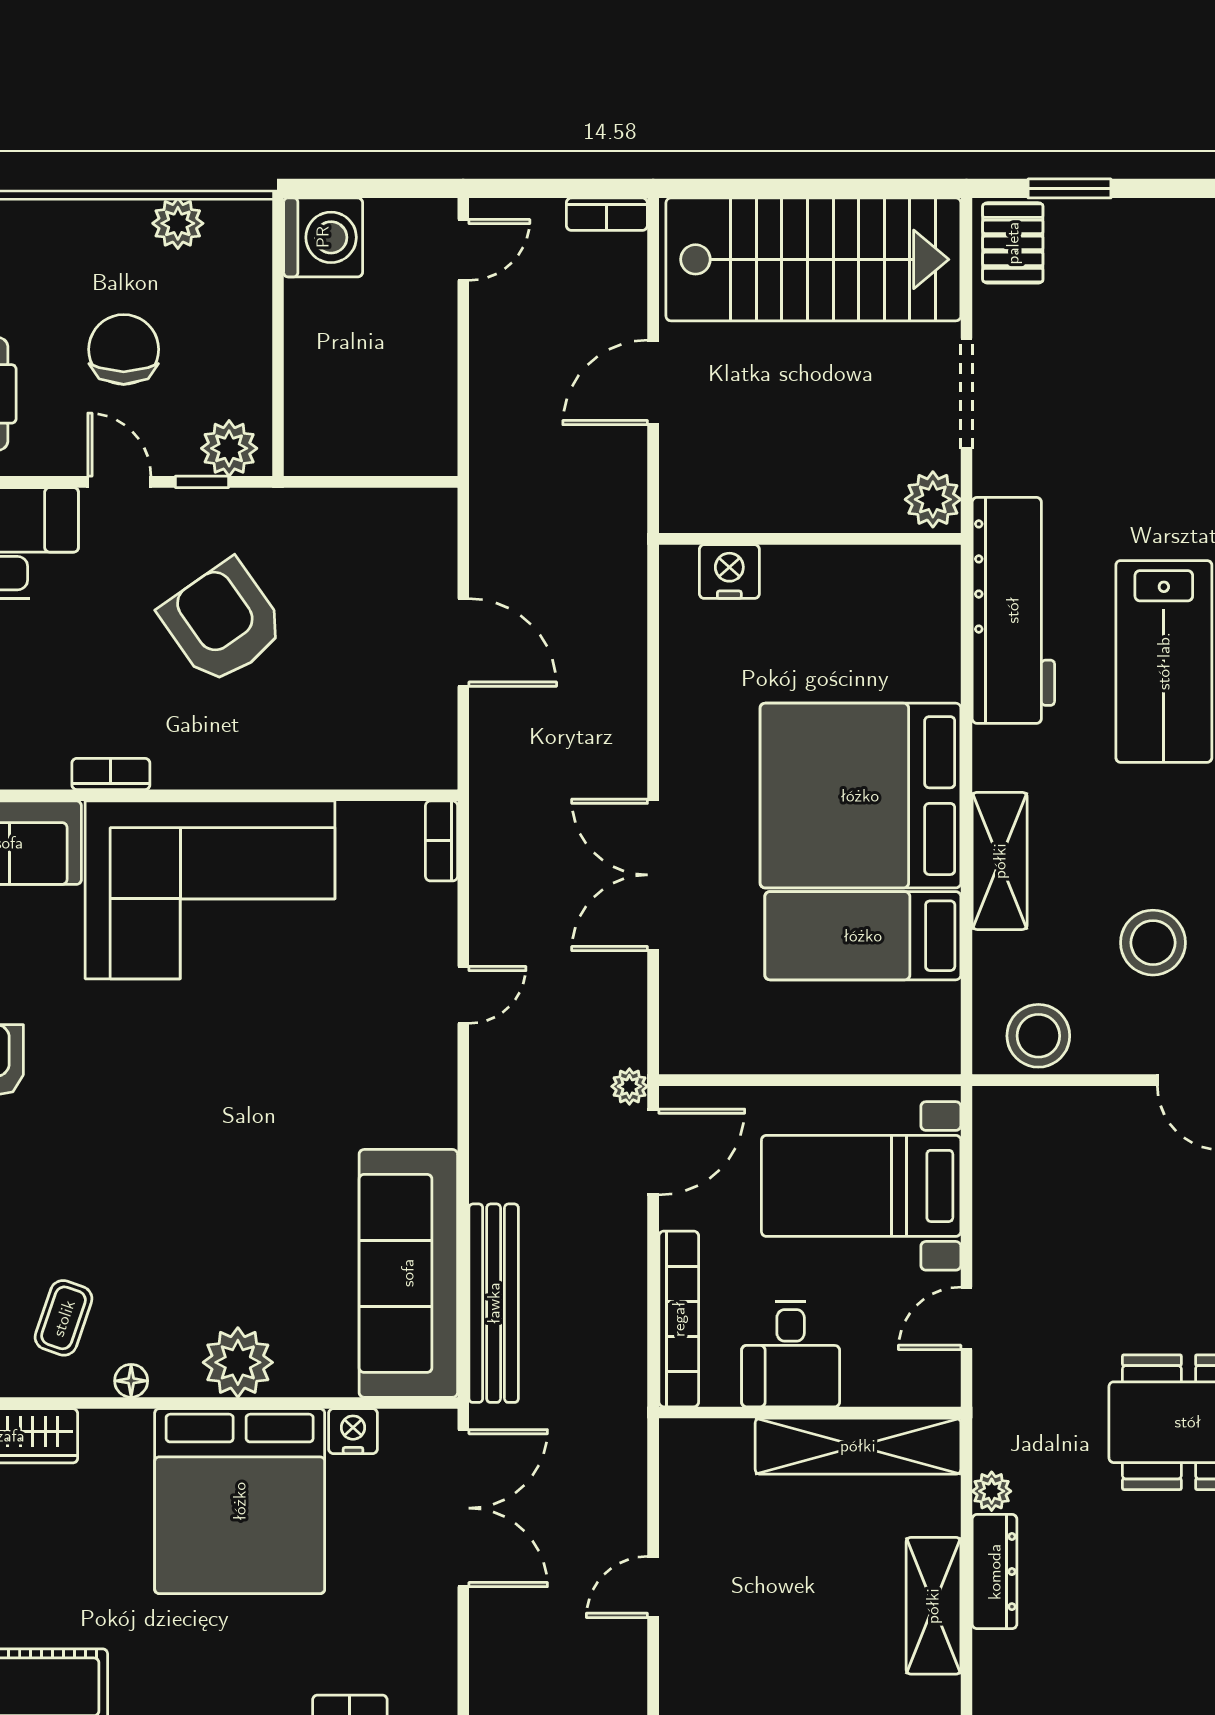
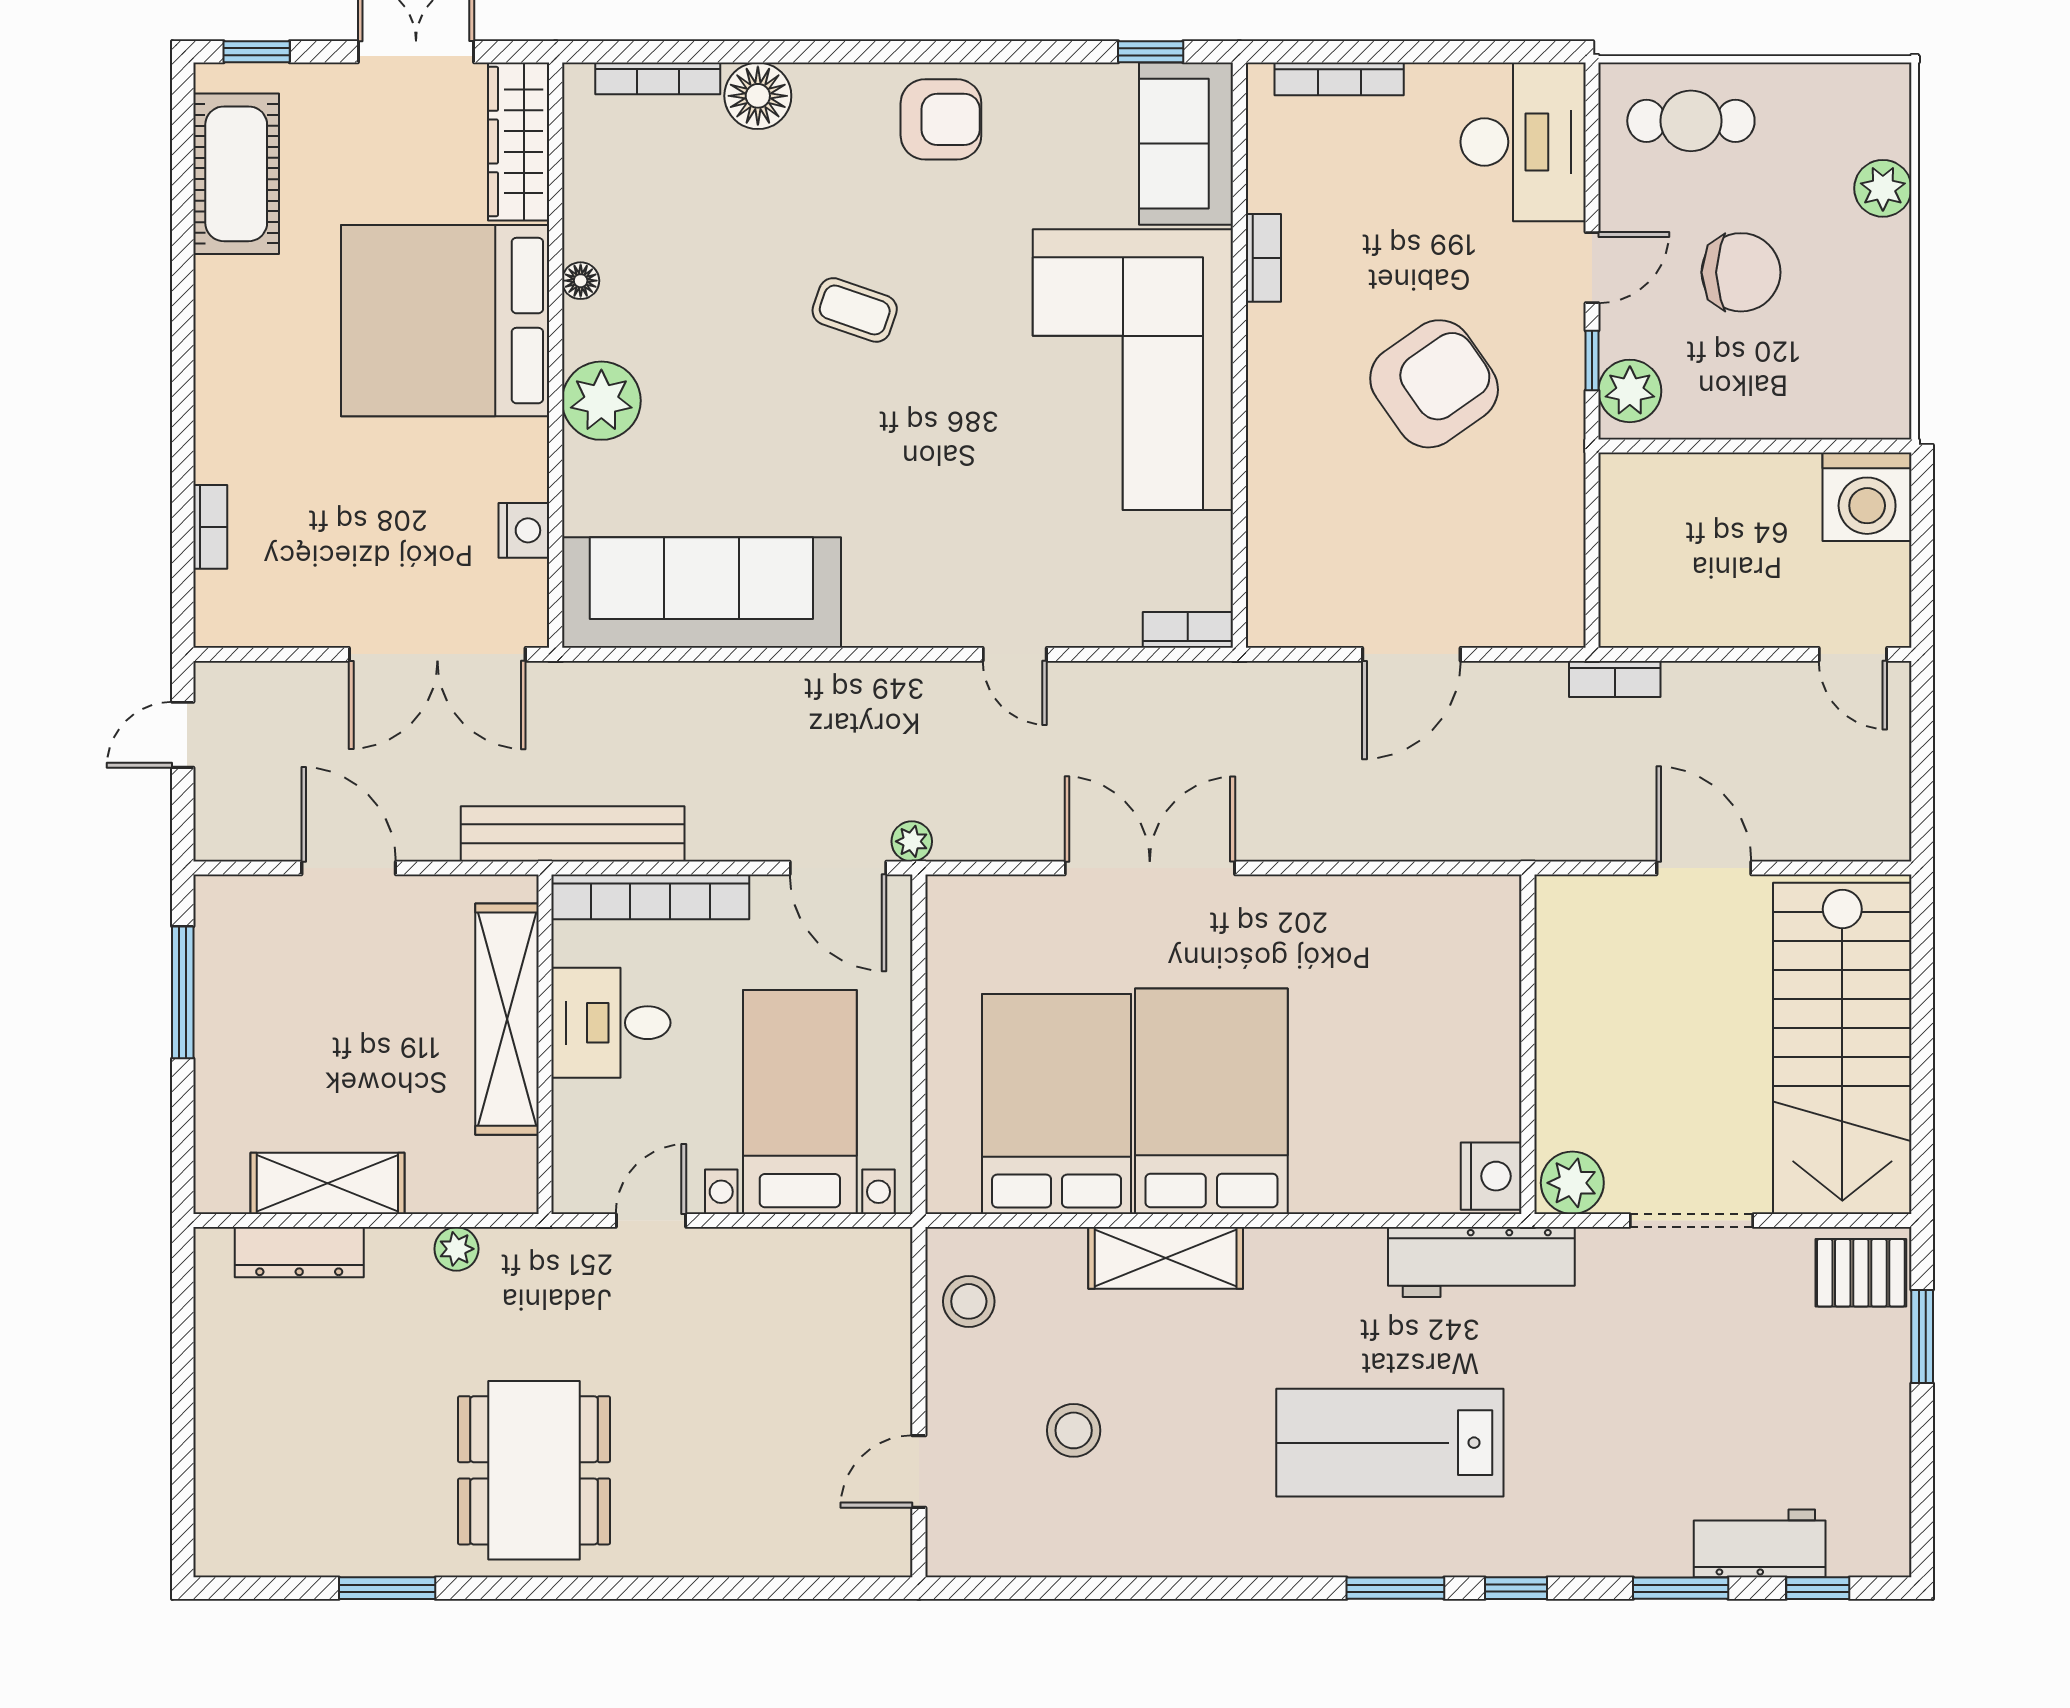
bookcase: (607, 214) -> (1615, 679), moved, turned -90
plant: (178, 223) -> (1883, 188), moved
nightstand: (729, 572) -> (1491, 1176), moved
workbench: (1013, 610) -> (1481, 1262), width x0.73, depth x0.76
bed: (860, 796) -> (1211, 1101), width x0.73
bed: (863, 936) -> (1057, 1104), width x1.50
stool: (1153, 943) -> (1074, 1430), width x0.73, depth x0.73
stool: (1038, 1036) -> (969, 1301), width x0.73, depth x0.73
bench: (494, 1303) -> (573, 834), moved
coffee table: (64, 1318) -> (855, 310), moved
door: (966, 1318) -> (651, 1221), hinge flipped
shelving: (858, 1446) -> (507, 1019), moved
bed: (240, 1501) -> (445, 321), moved
dresser: (995, 1572) -> (299, 1252), moved
door: (653, 1587) -> (349, 868), width x1.38

